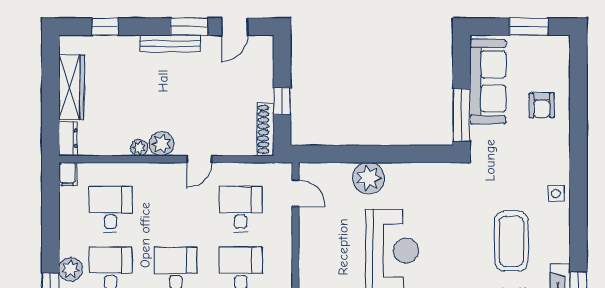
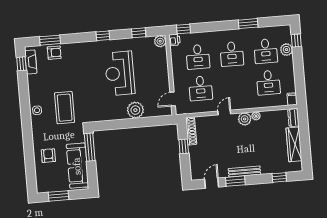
door: (296, 193) -> (173, 99), hinge flipped
coffee table: (511, 241) -> (65, 108), moved

